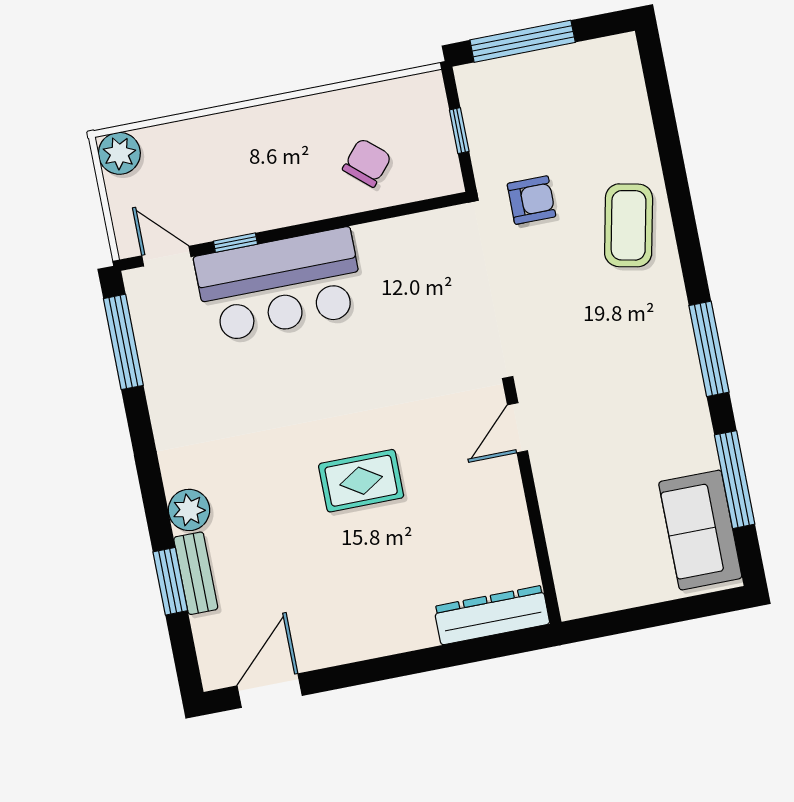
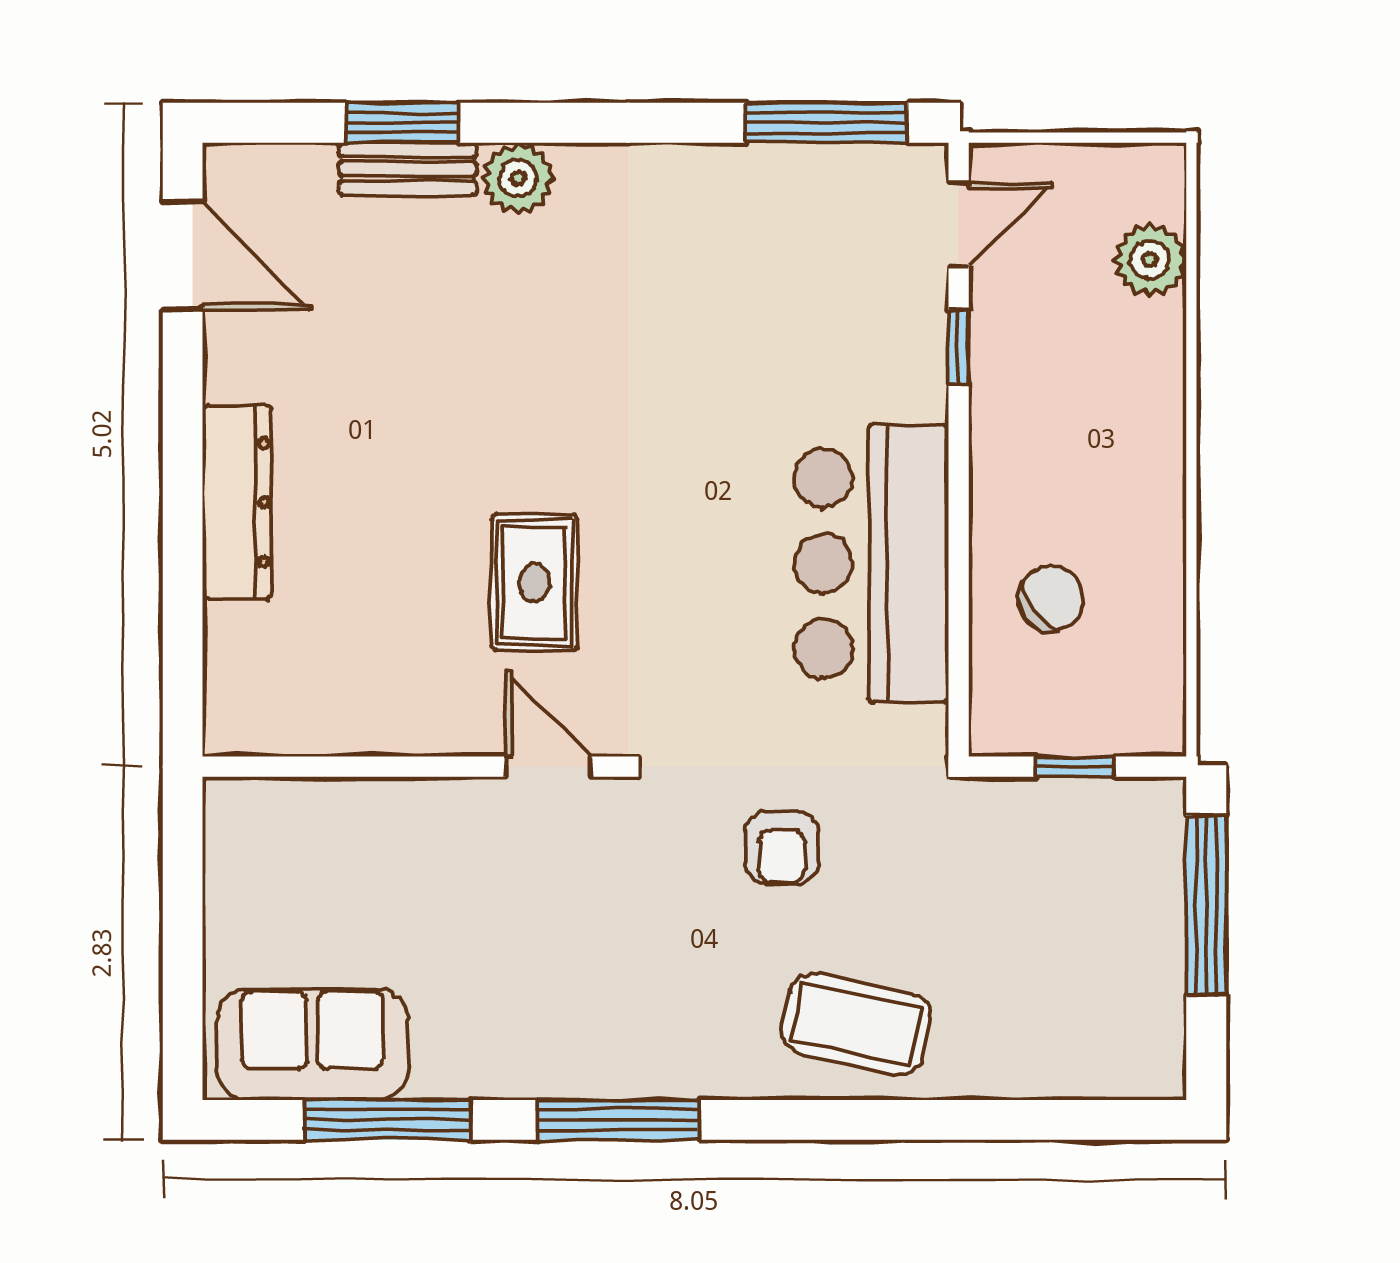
plant: (119, 153) -> (1150, 260), moved
chair: (367, 163) -> (1051, 598), turned -78
armchair: (531, 200) -> (782, 847), moved
bar counter: (280, 285) -> (871, 563), moved
rug: (361, 481) -> (534, 582), moved
dresser: (492, 615) -> (237, 502), moved

